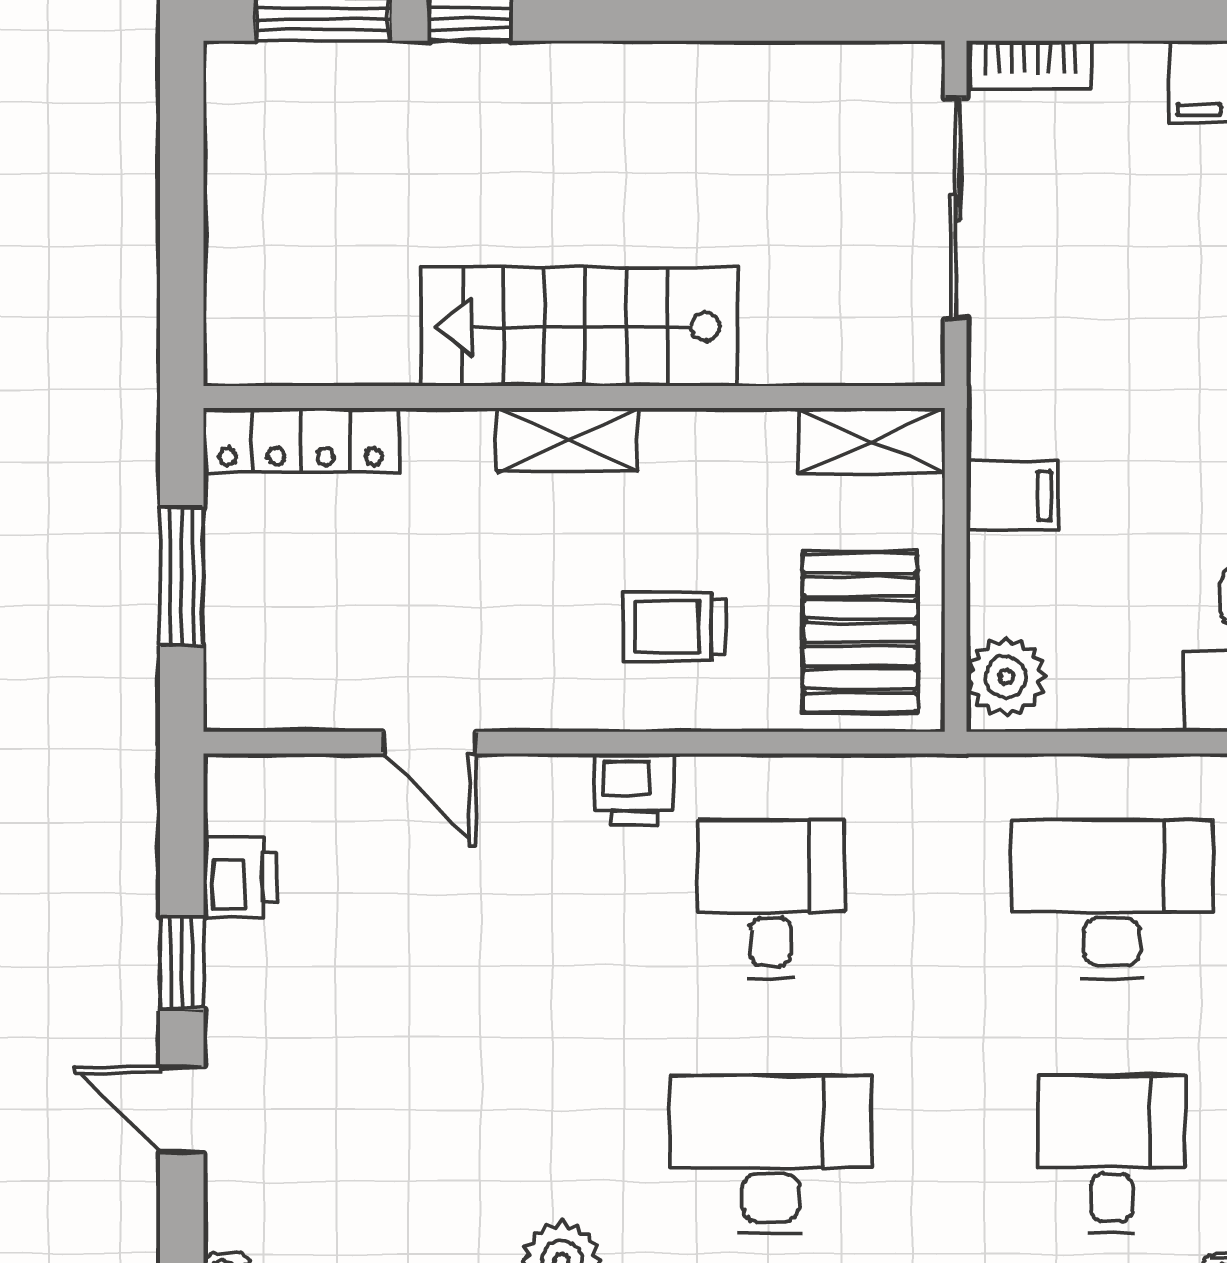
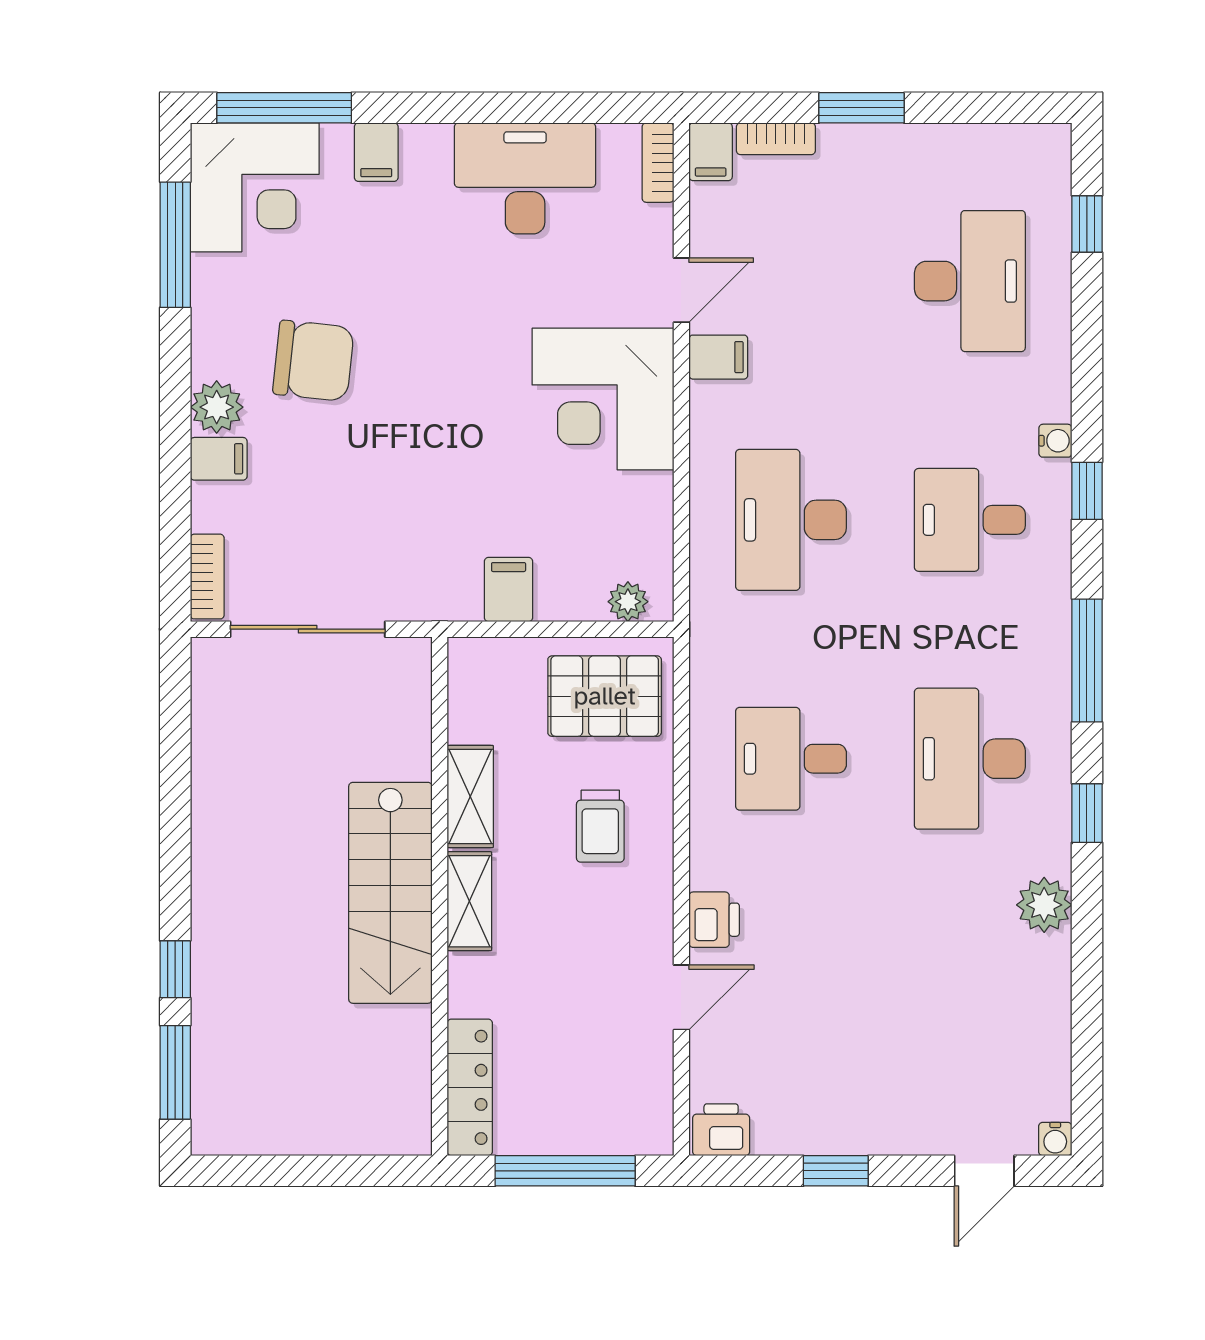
shelving: (872, 441) -> (470, 796), moved
window: (182, 576) -> (565, 1171), width x1.44
plant: (1006, 677) -> (628, 602), width x0.73, depth x0.73
printer: (634, 789) -> (714, 920), moved
printer: (240, 877) -> (721, 1130), moved
door: (182, 1110) -> (984, 1171), moved

